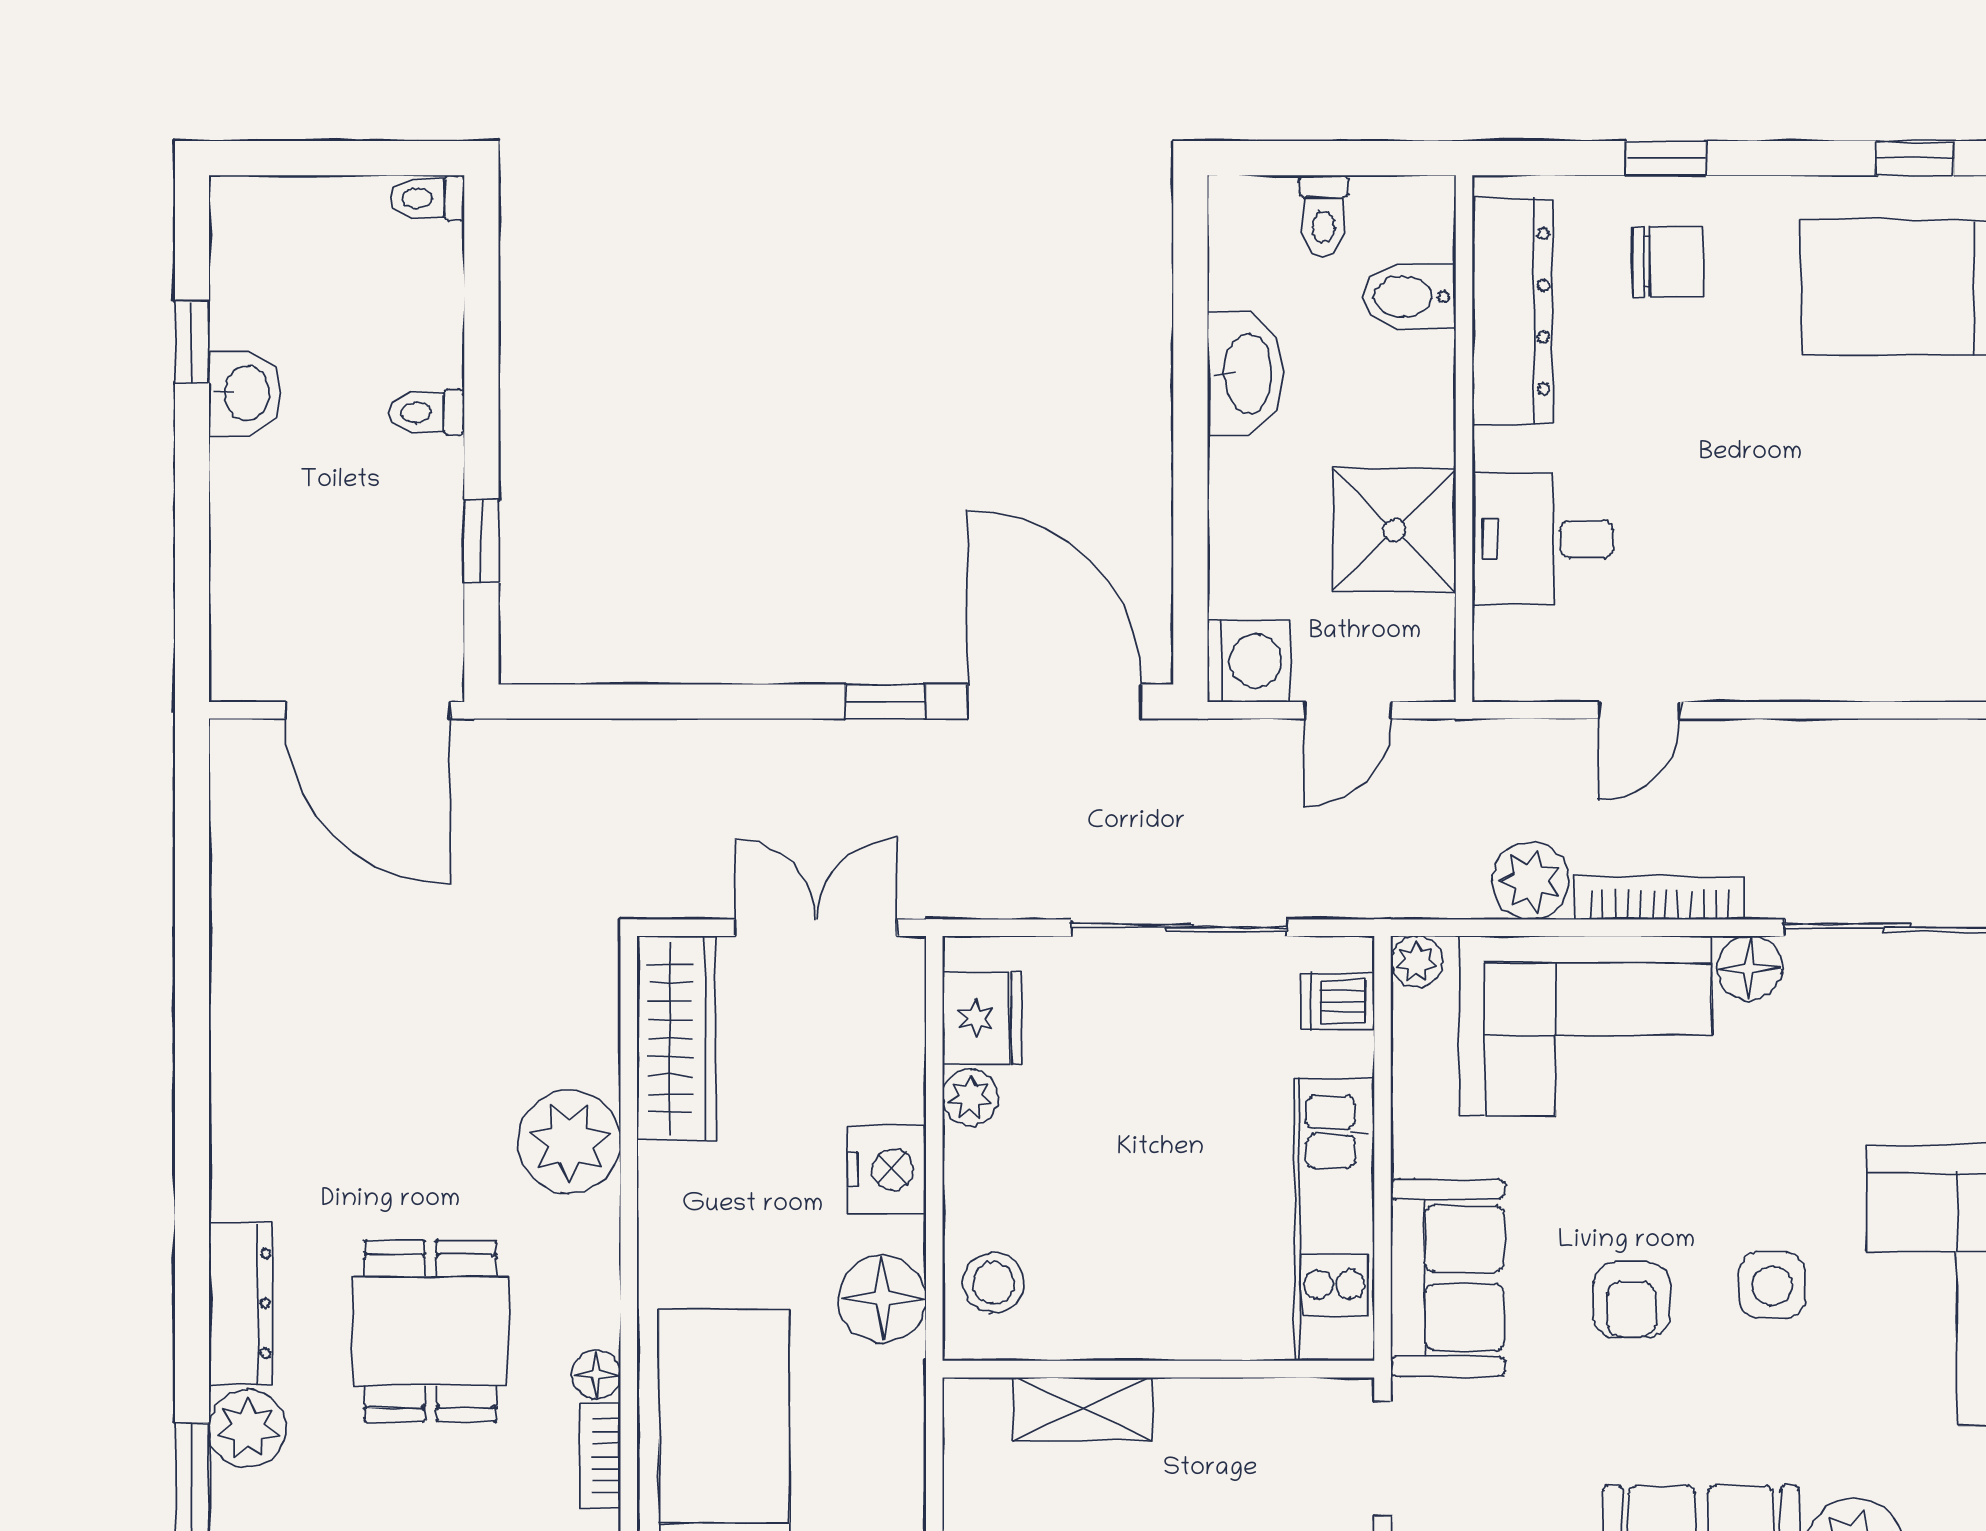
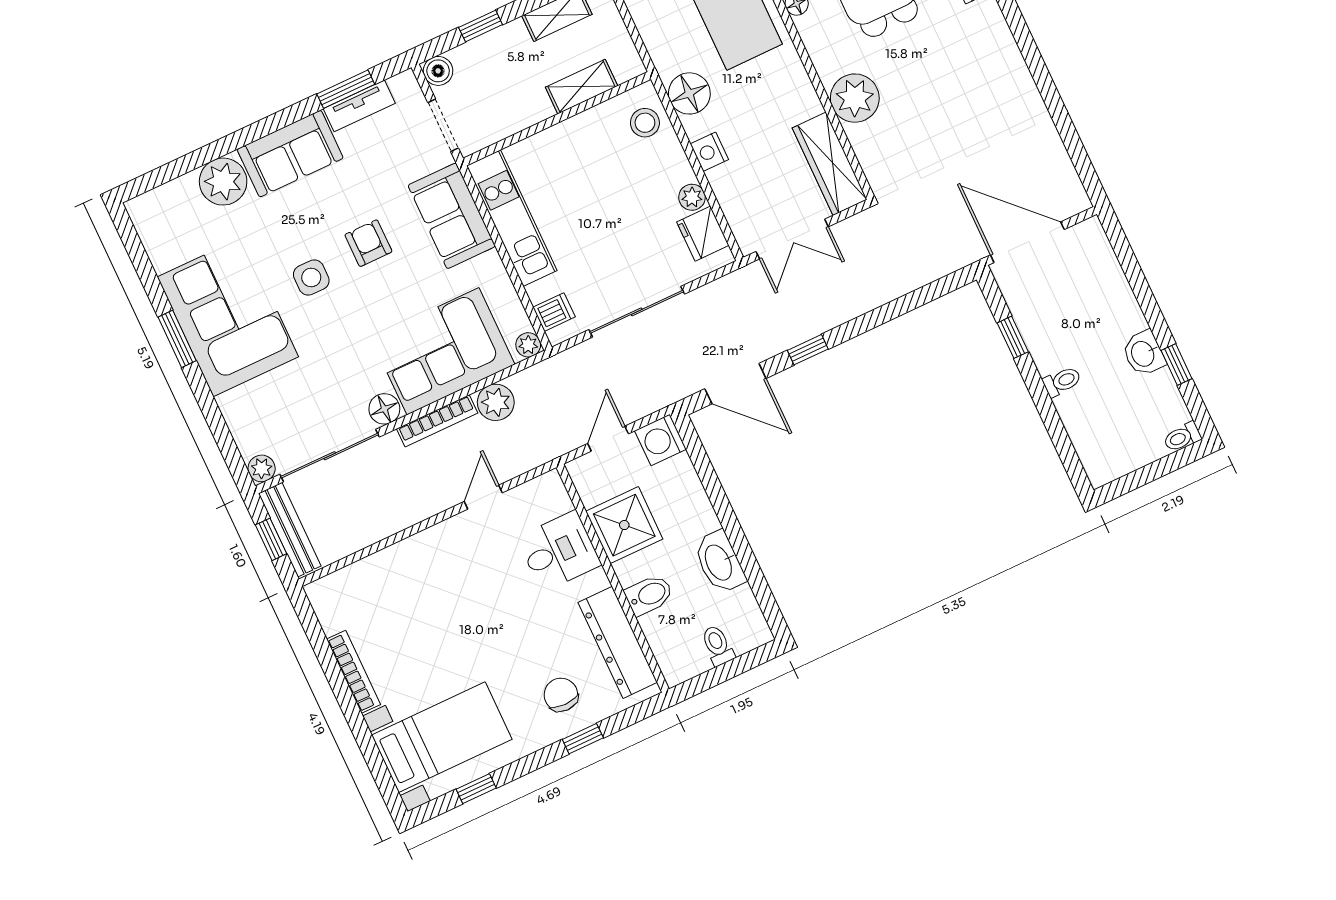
toilet: (427, 198) -> (1182, 437), moved, turned 180
chair: (1668, 262) -> (561, 695), turned 90
bidet: (1410, 297) -> (649, 595), moved
door: (1054, 702) -> (735, 384), width x0.73
nightstand: (887, 1169) -> (709, 152), width x0.74, depth x0.75

